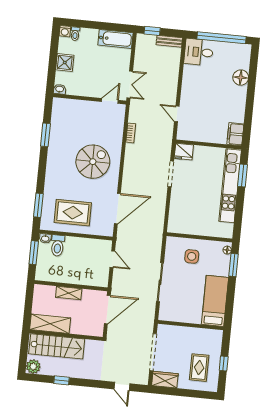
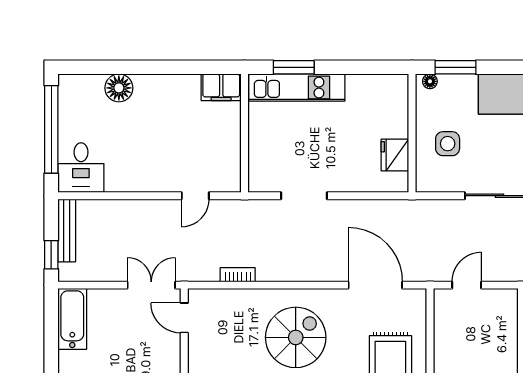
bench: (169, 41) -> (67, 230), width x1.36
fridge: (184, 152) -> (395, 155), moved, turned 180
spiral stairs: (93, 162) -> (296, 337), turned 90
kitchen unit: (230, 186) -> (297, 88), width x0.73

